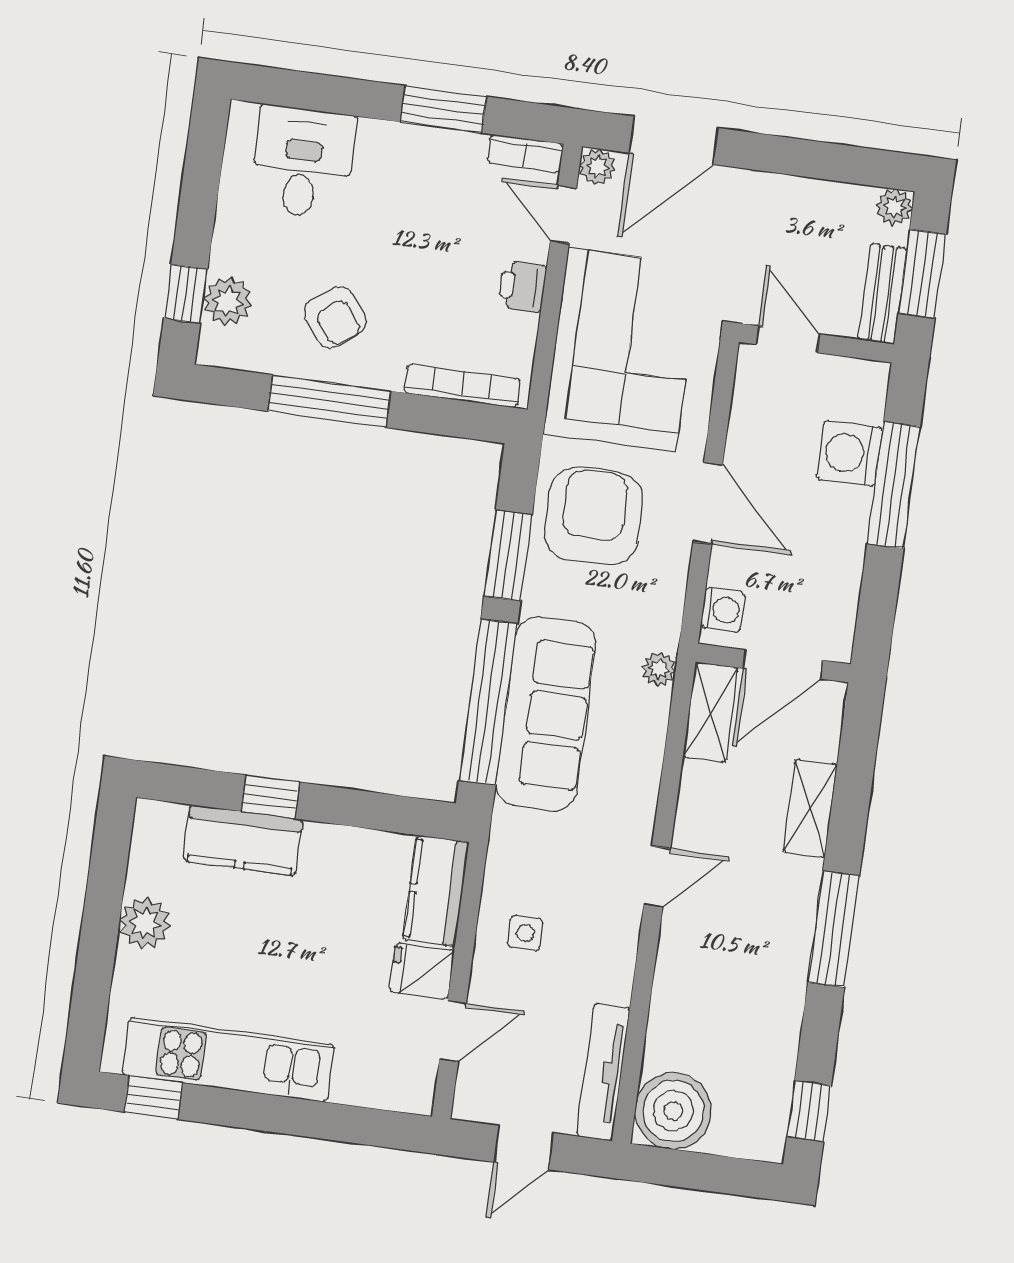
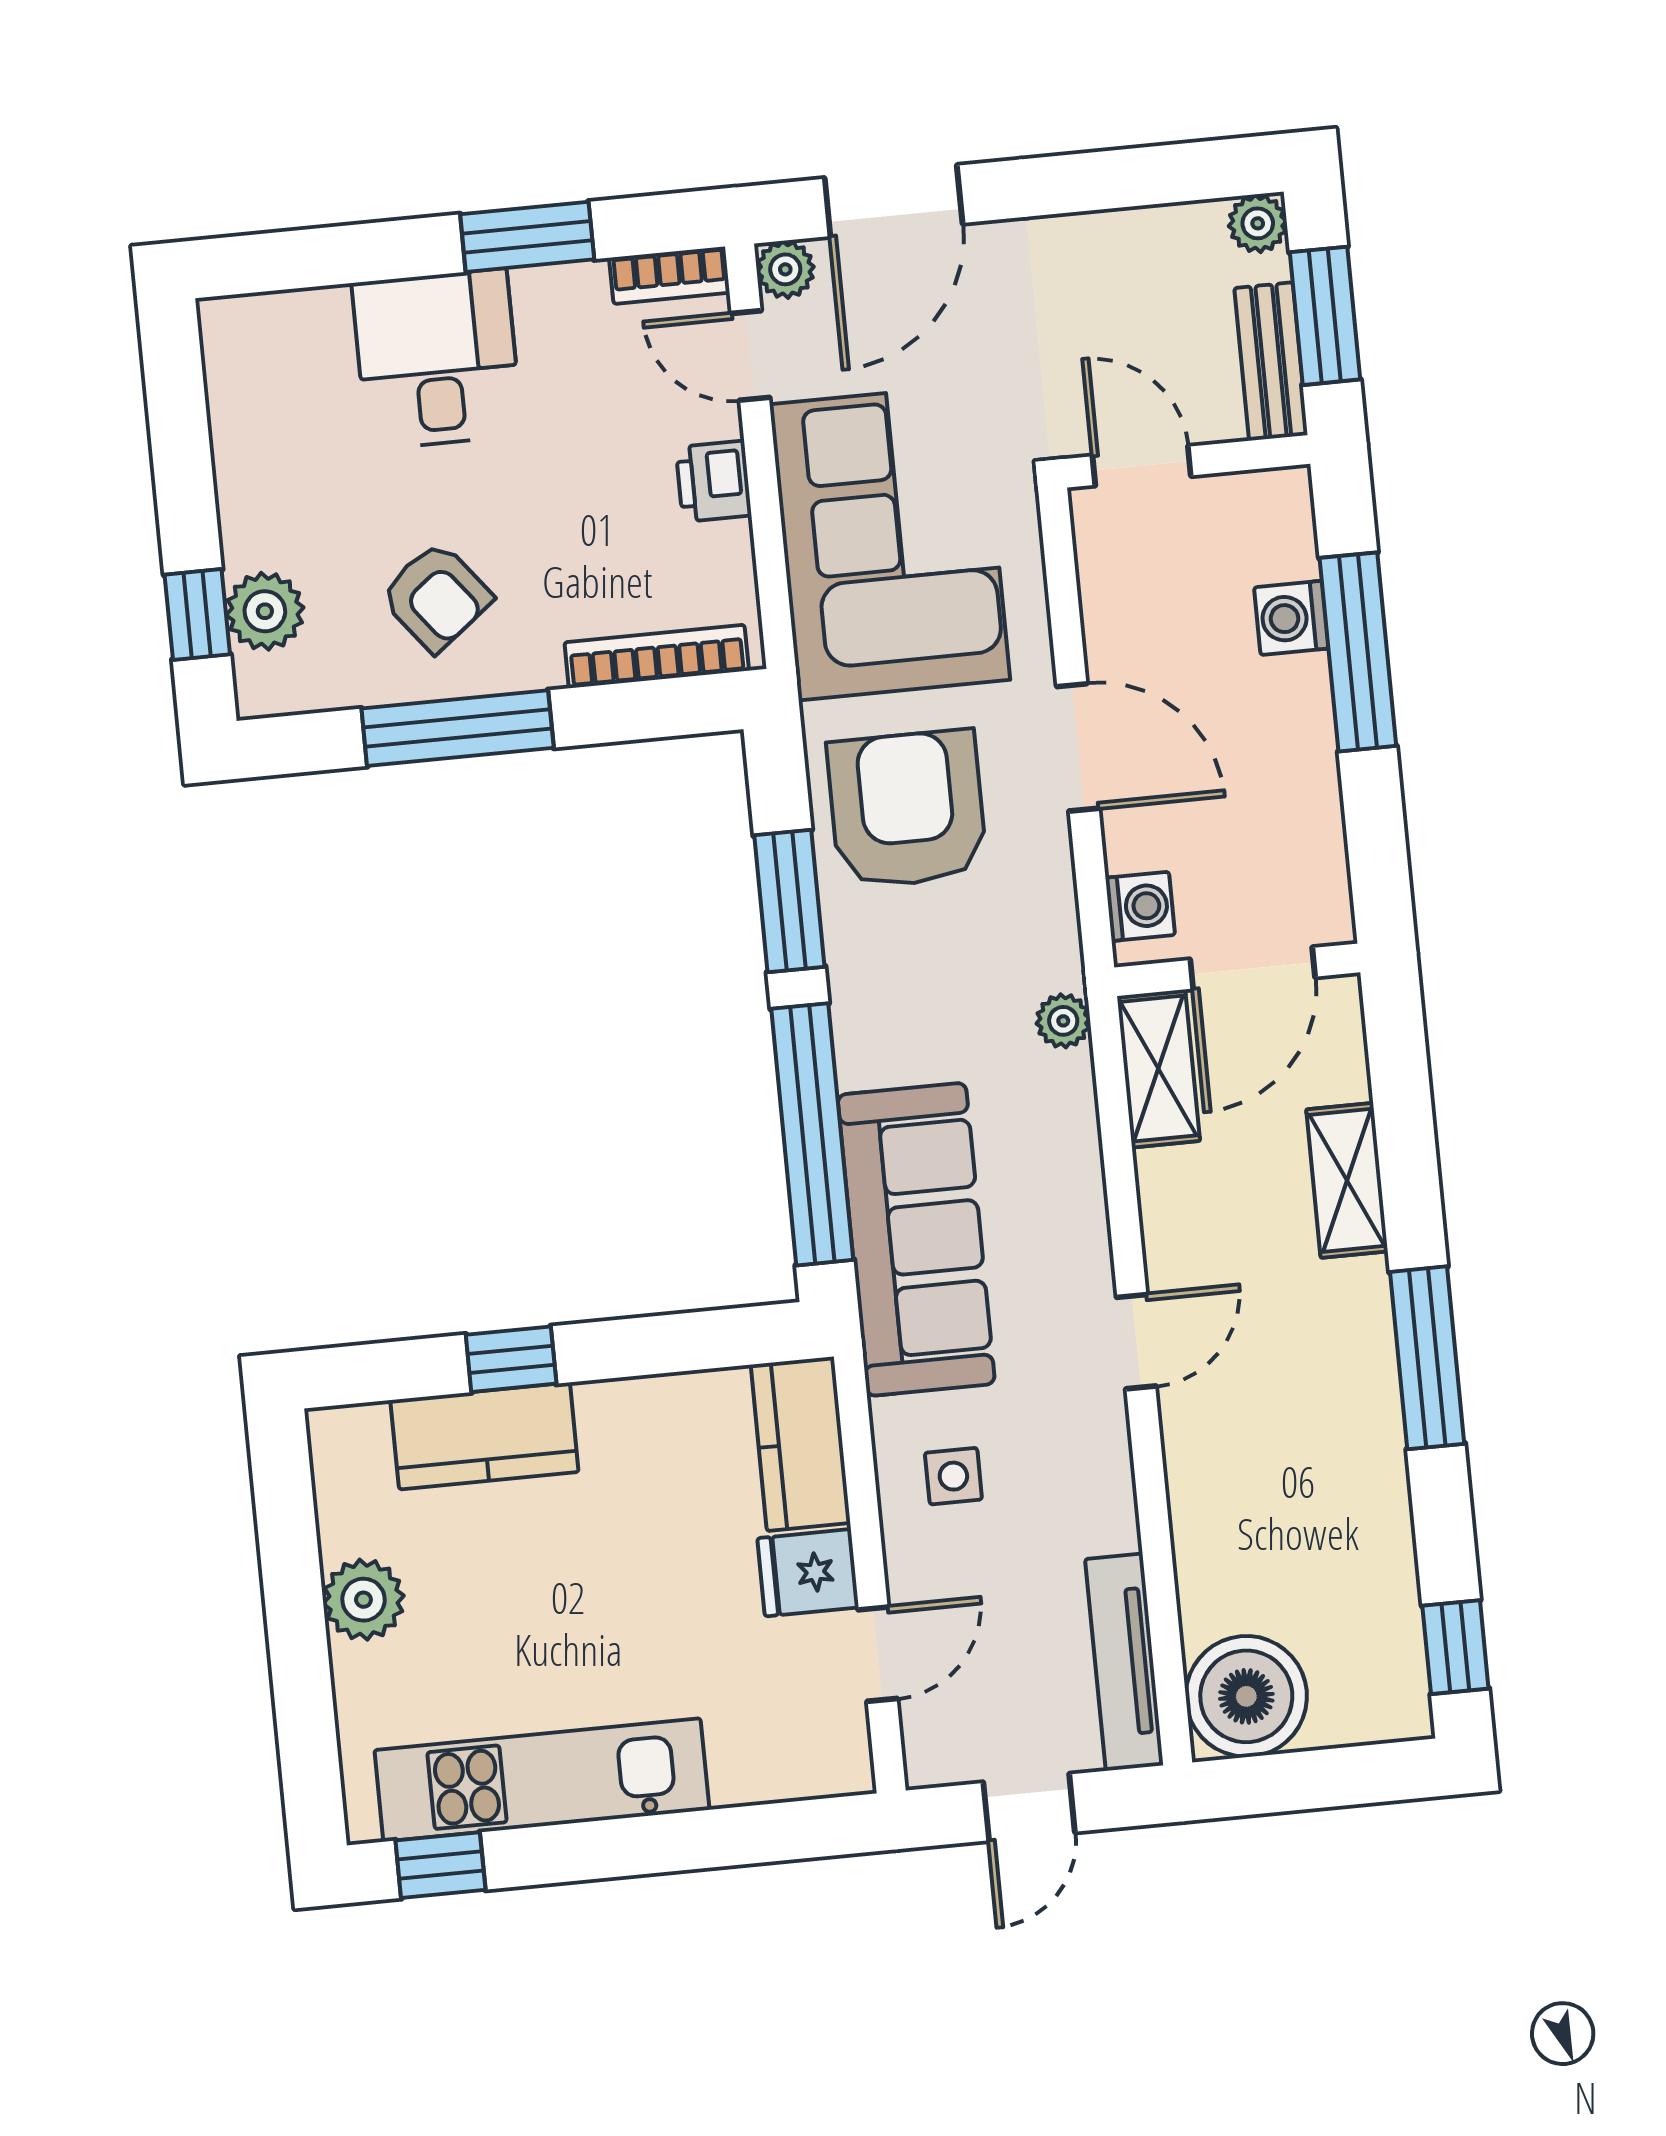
desk: (302, 162) -> (437, 359), moved
washing machine: (850, 453) -> (1291, 618), width x0.73, depth x0.73
sofa: (546, 714) -> (916, 1239), moved

